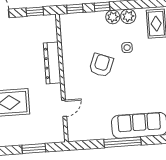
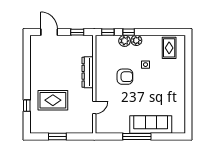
plant: (128, 16) -> (125, 41), moved
armchair: (101, 65) -> (125, 77), turned 69
window: (34, 149) -> (57, 137), moved

